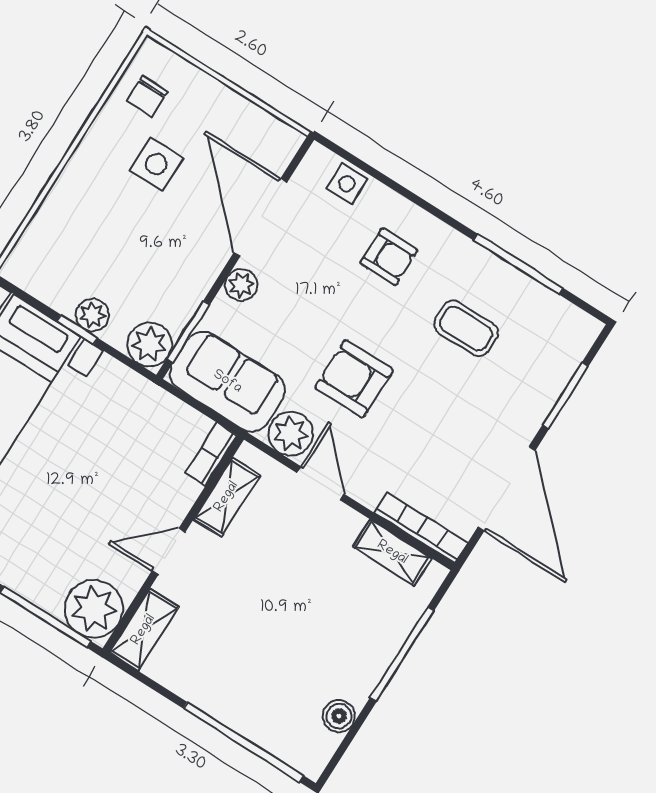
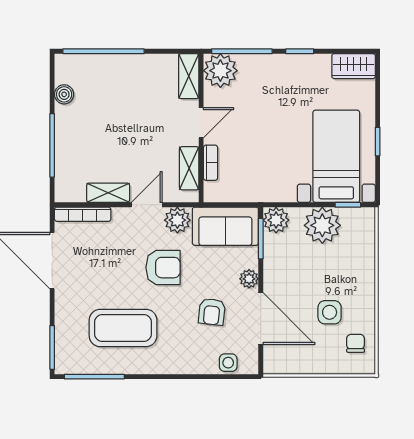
armchair: (389, 257) -> (212, 312), moved, turned -84
window: (518, 264) -> (94, 377), moved
plant: (92, 315) -> (322, 225), width x1.87, depth x1.87
coffee table: (466, 329) -> (123, 328), width x1.86, depth x1.72
window: (77, 330) -> (348, 205), moved
window: (565, 396) -> (52, 347), moved
bookcase: (211, 454) -> (211, 163), moved
door: (321, 483) -> (147, 205), swing flipped
shelving: (392, 553) -> (108, 193), moved

